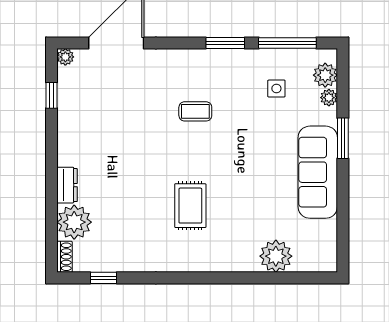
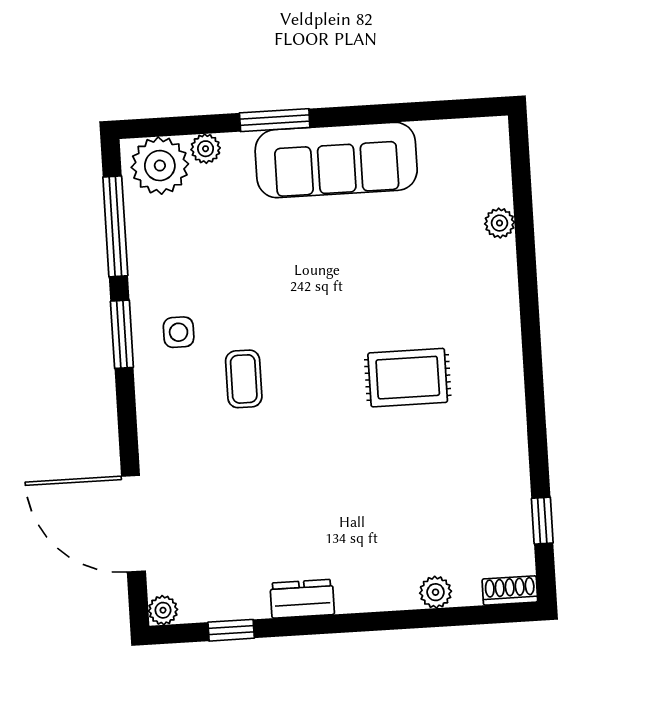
plant: (325, 75) -> (160, 166), width x1.36, depth x1.36
side table: (276, 89) -> (179, 332), moved
dresser: (67, 185) -> (302, 599), moved
plant: (74, 222) -> (436, 592), width x0.53, depth x0.53
plant: (276, 256) -> (500, 223), width x0.53, depth x0.53

